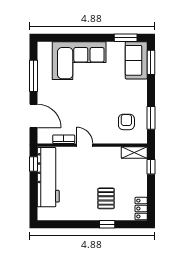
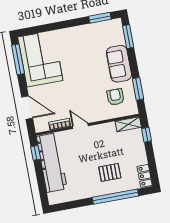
sofa: (136, 60) -> (119, 64), moved
corner sofa: (79, 61) -> (40, 59), moved, turned -90
window: (34, 76) -> (18, 59), moved
pallet: (106, 198) -> (110, 172), turned 90
window: (107, 224) -> (115, 197), width x3.17

